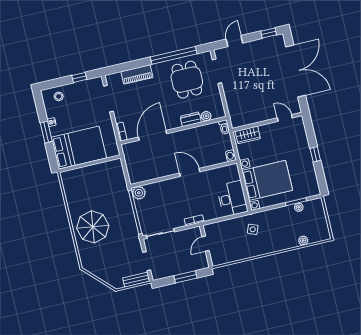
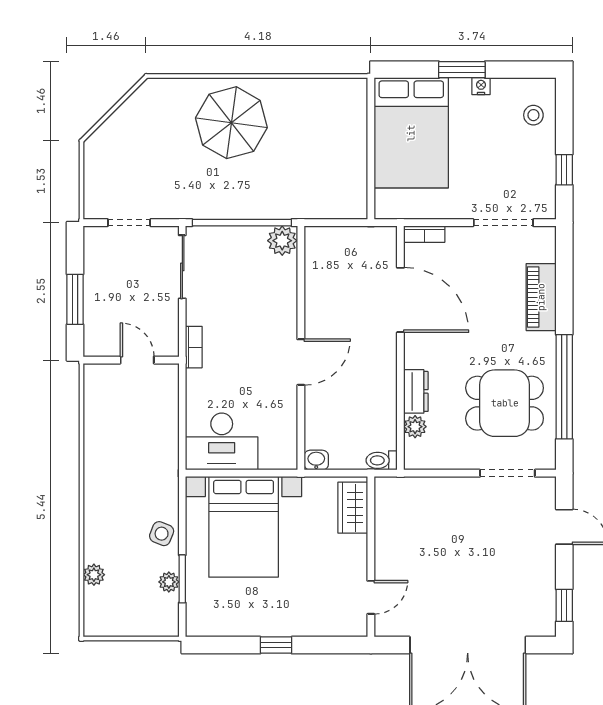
side table: (253, 229) -> (162, 534), moved
bench: (136, 280) -> (94, 190), removed

